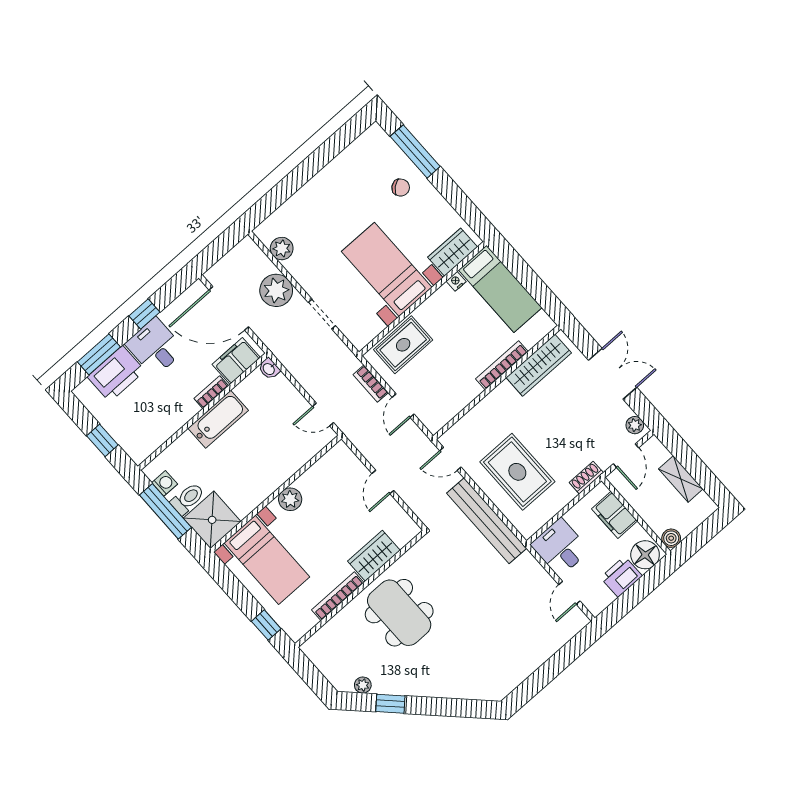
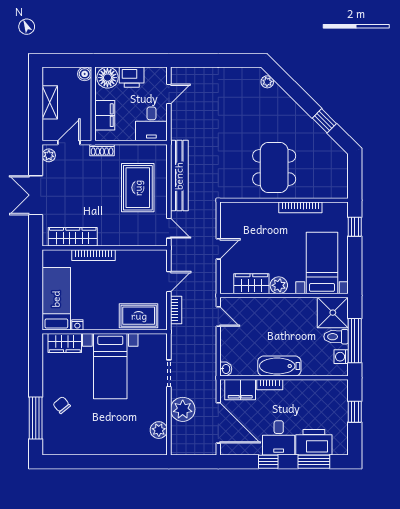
wardrobe: (374, 556) -> (251, 284), moved, turned 180
plant: (363, 685) -> (267, 82), moved

